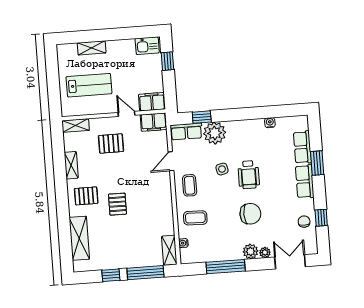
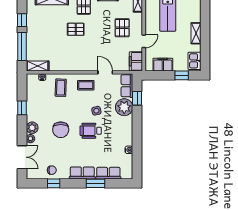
shelving: (92, 48) -> (196, 33), moved
filing cabinet: (152, 102) -> (163, 65), moved, turned -90
window: (226, 267) -> (22, 108), width x0.46

